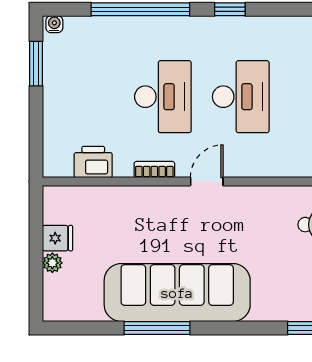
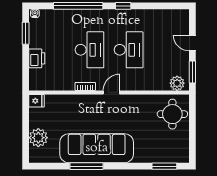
printer: (93, 162) -> (37, 58), moved, turned 90
fridge: (58, 238) -> (37, 101), moved
plant: (52, 263) -> (38, 138), width x1.87, depth x1.87

